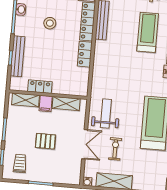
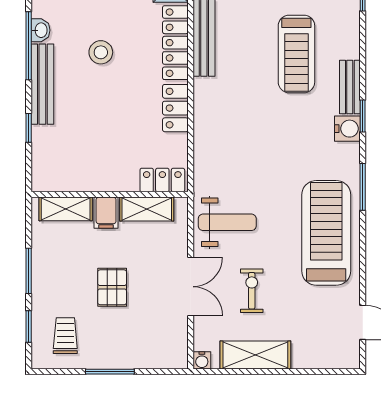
treadmill: (148, 32) -> (296, 54), turned 180
bench: (18, 56) -> (42, 84), moved
locker: (40, 87) -> (162, 180), moved
weight bench: (106, 114) -> (227, 222), turned 90
pallet: (45, 141) -> (112, 287), turned 90

